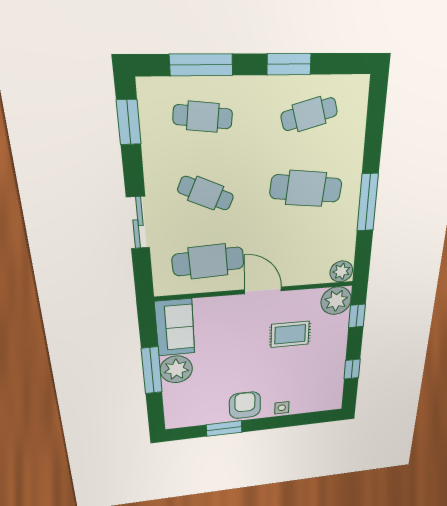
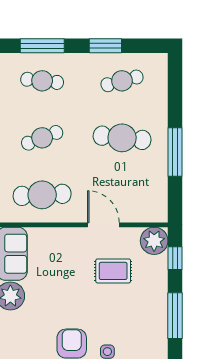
cafe table: (206, 193) -> (42, 138), turned -45
plant: (341, 271) -> (157, 213), removed
door: (263, 290) -> (103, 225), moved
window: (352, 369) -> (175, 316), width x2.17

